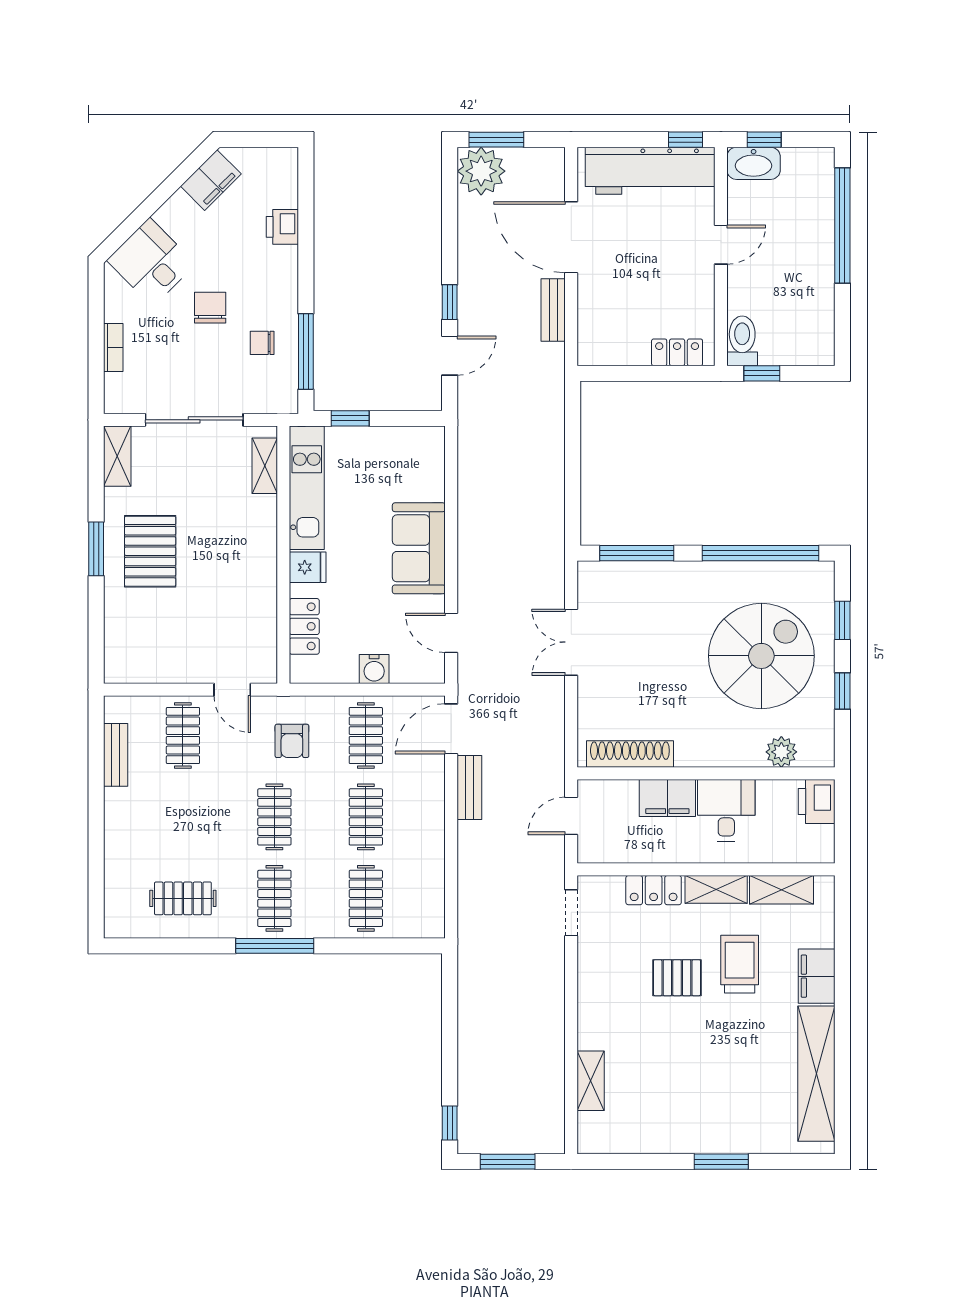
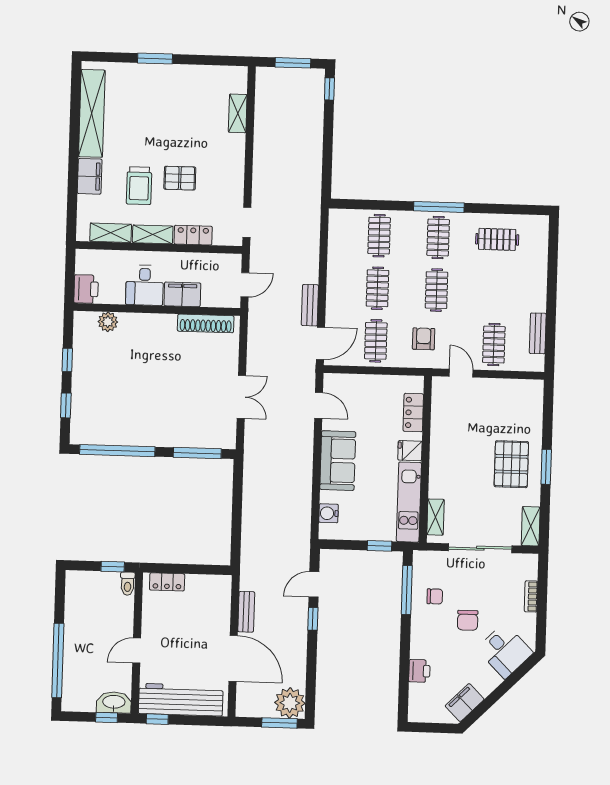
toilet: (742, 341) -> (128, 584), width x0.73, depth x0.72
spiral stairs: (761, 656) -> (119, 384), removed
water cooler: (374, 669) -> (329, 513), moved, turned -90

